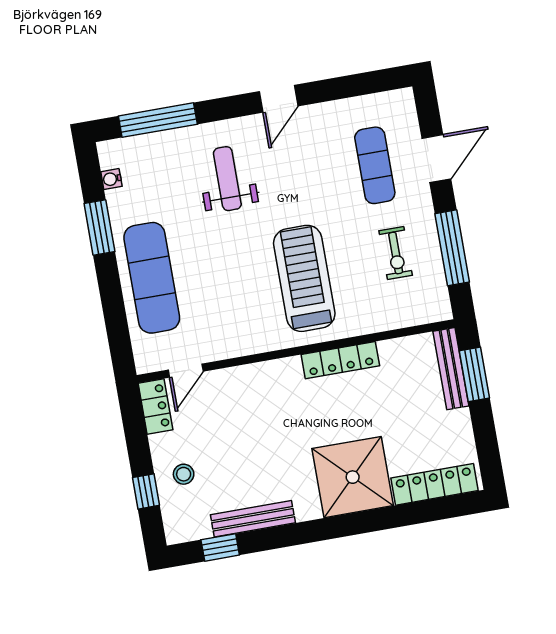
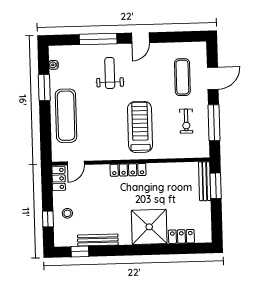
window: (158, 120) -> (98, 39), moved
locker: (340, 360) -> (128, 170), moved
locker: (434, 484) -> (181, 236), width x0.66

